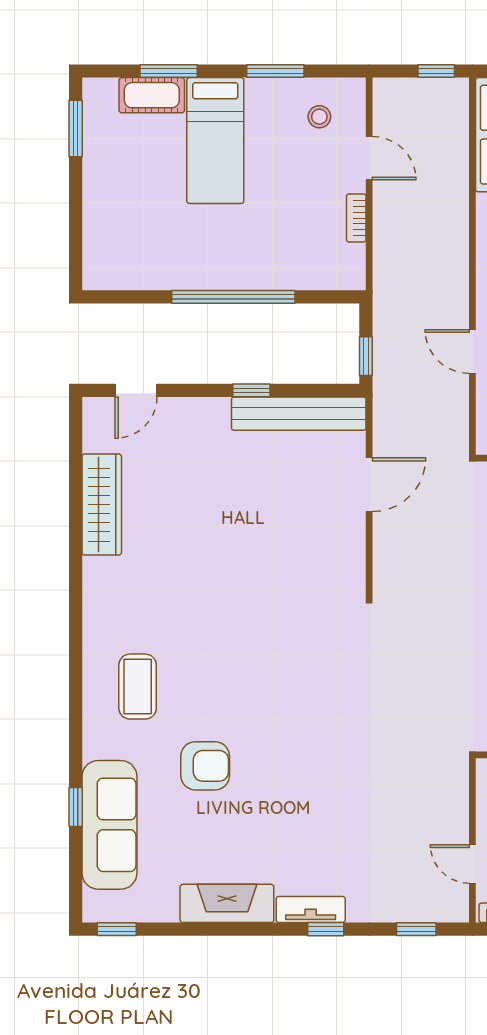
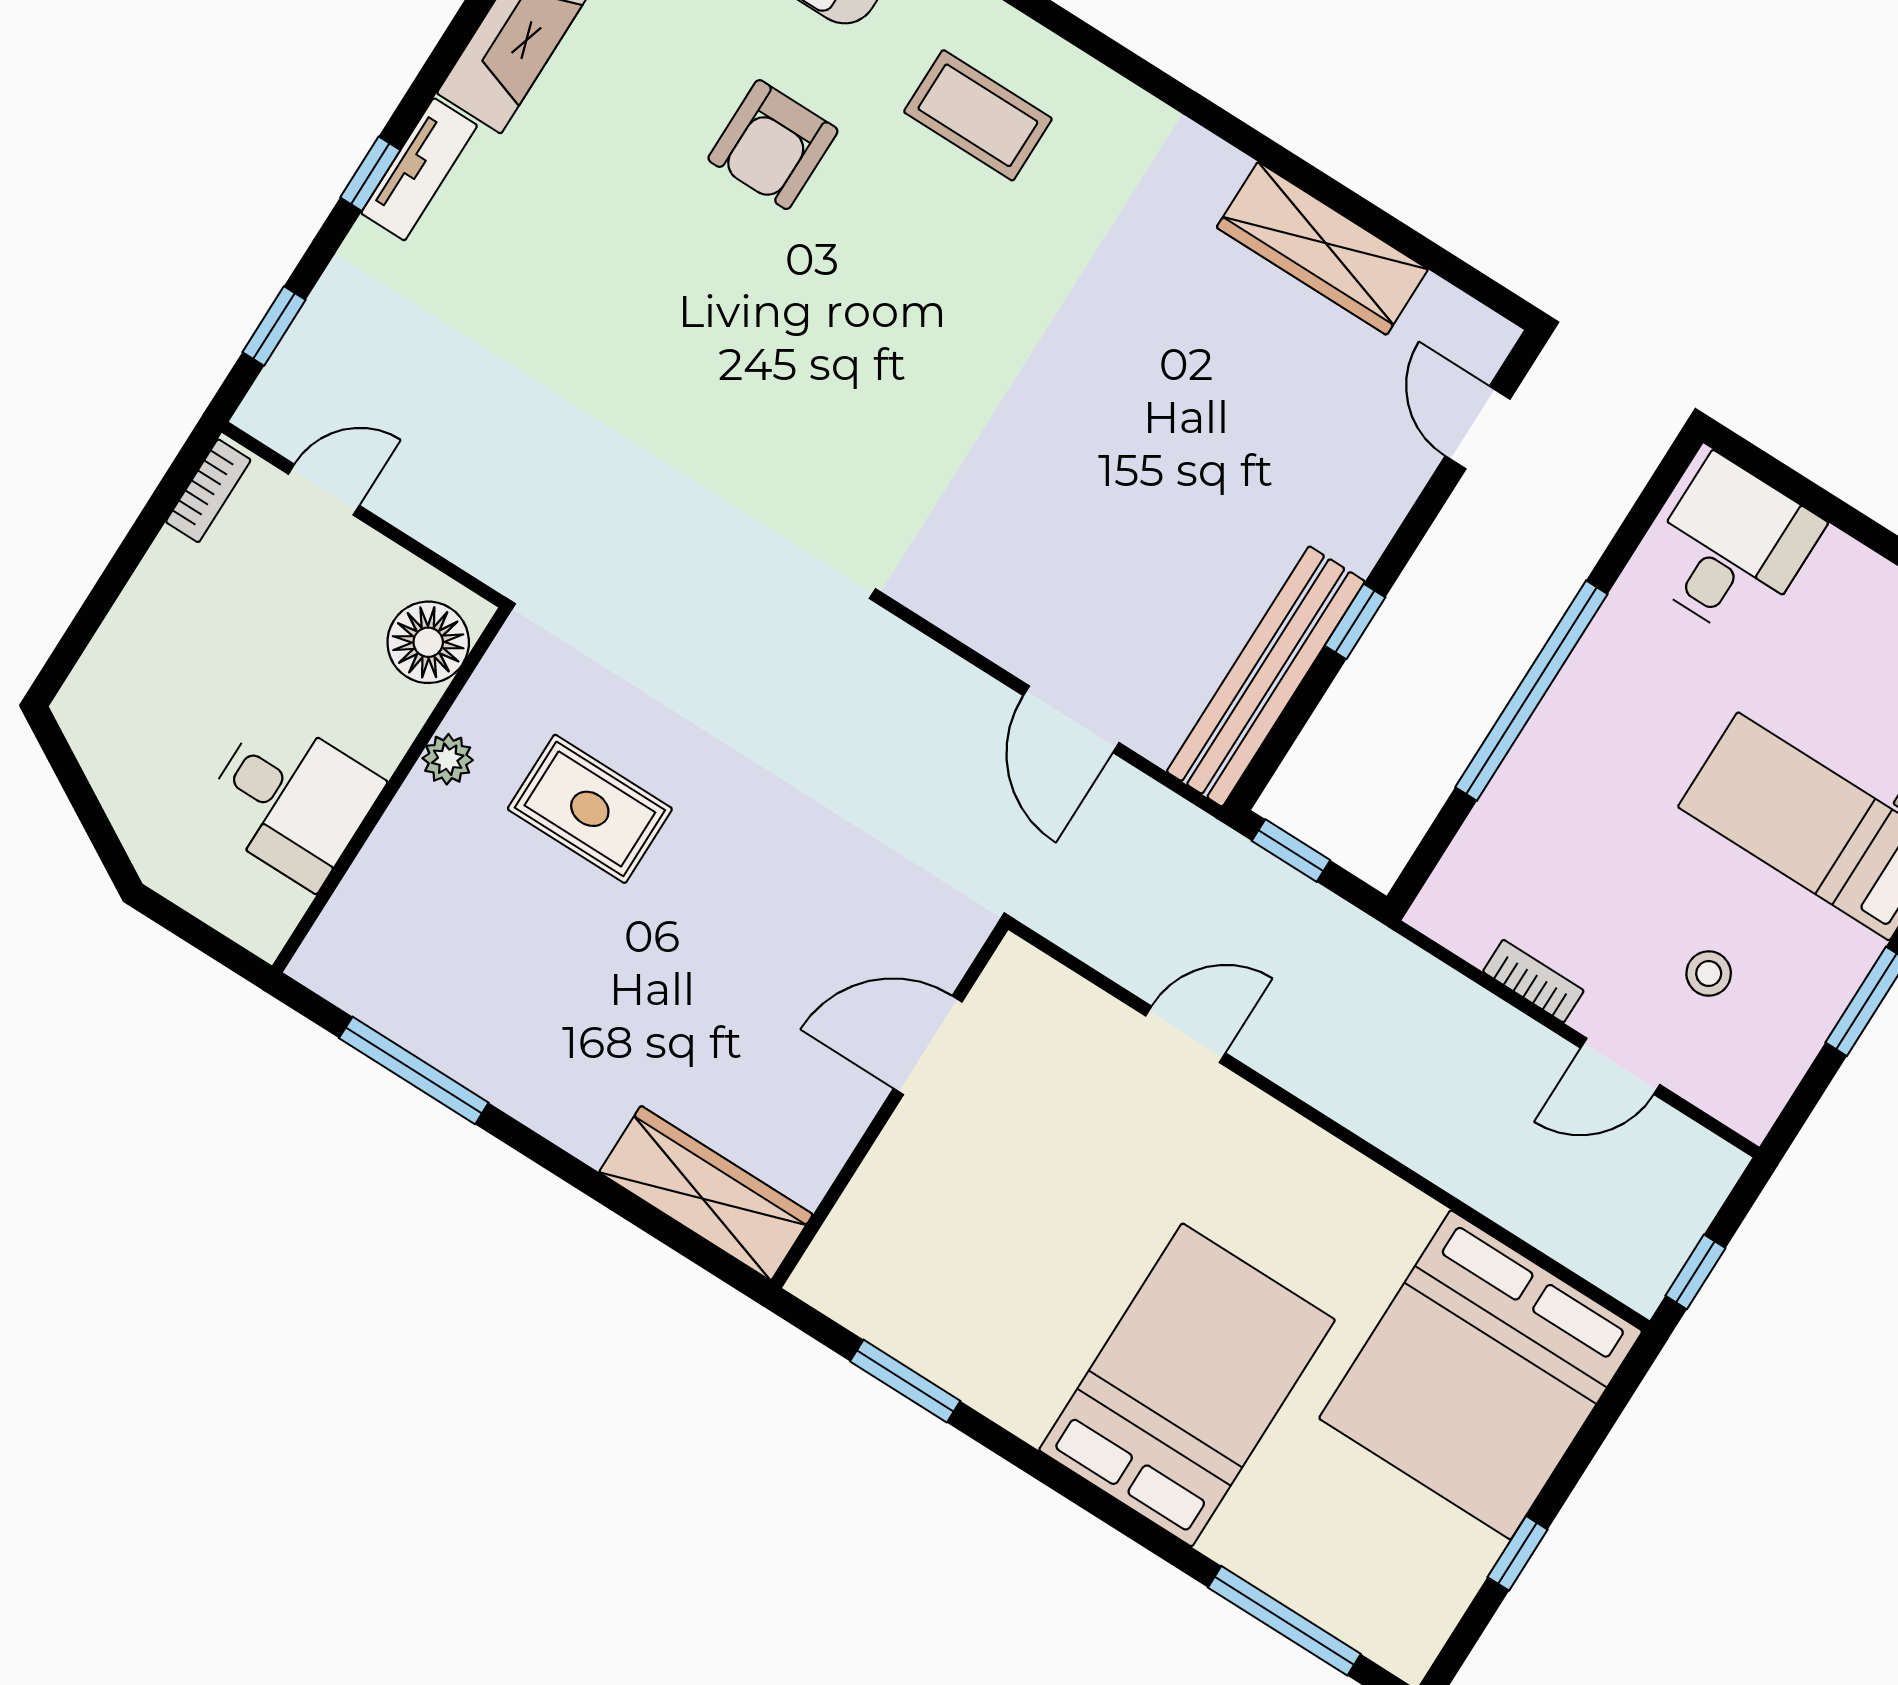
stool: (319, 117) -> (1709, 973), moved
desk: (119, 250) -> (1731, 548), added

